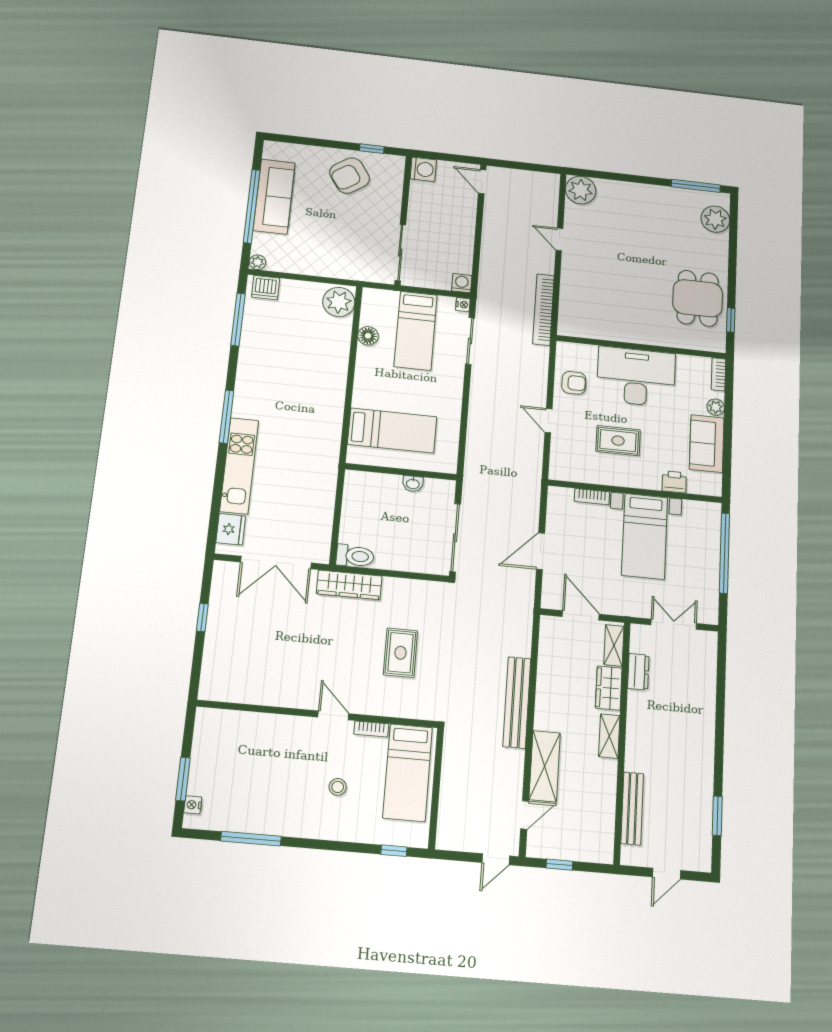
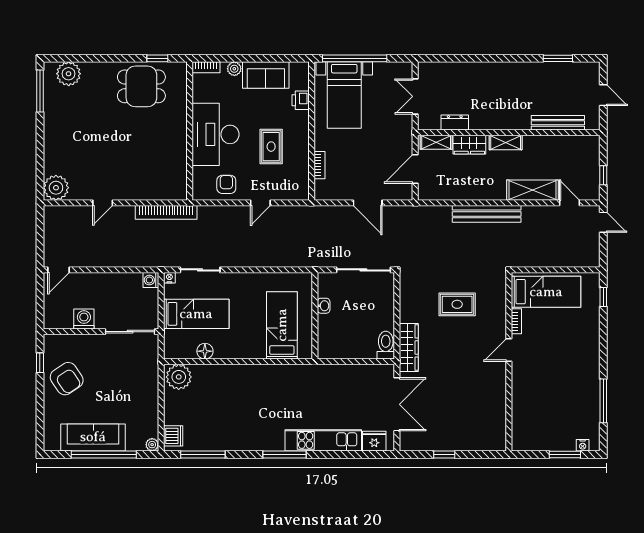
washing machine: (423, 169) -> (84, 319), moved
bed with nightstands: (645, 536) -> (344, 95), moved, turned 90
stool: (338, 787) -> (561, 342), removed

